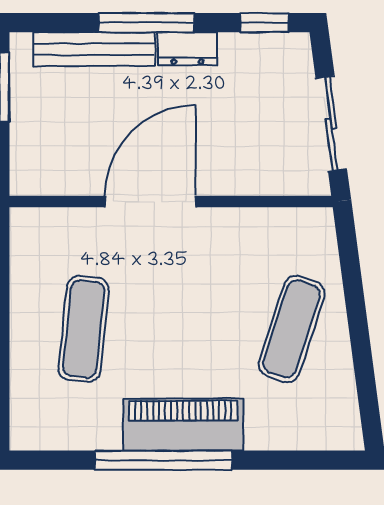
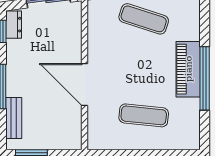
bench: (94, 49) -> (14, 118), width x0.73
dresser: (187, 49) -> (14, 25), moved

